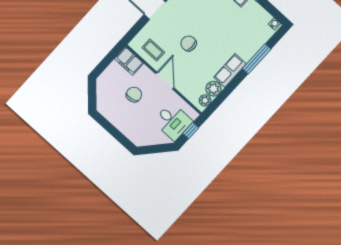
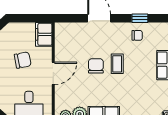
coffee table: (153, 50) -> (117, 64), moved

